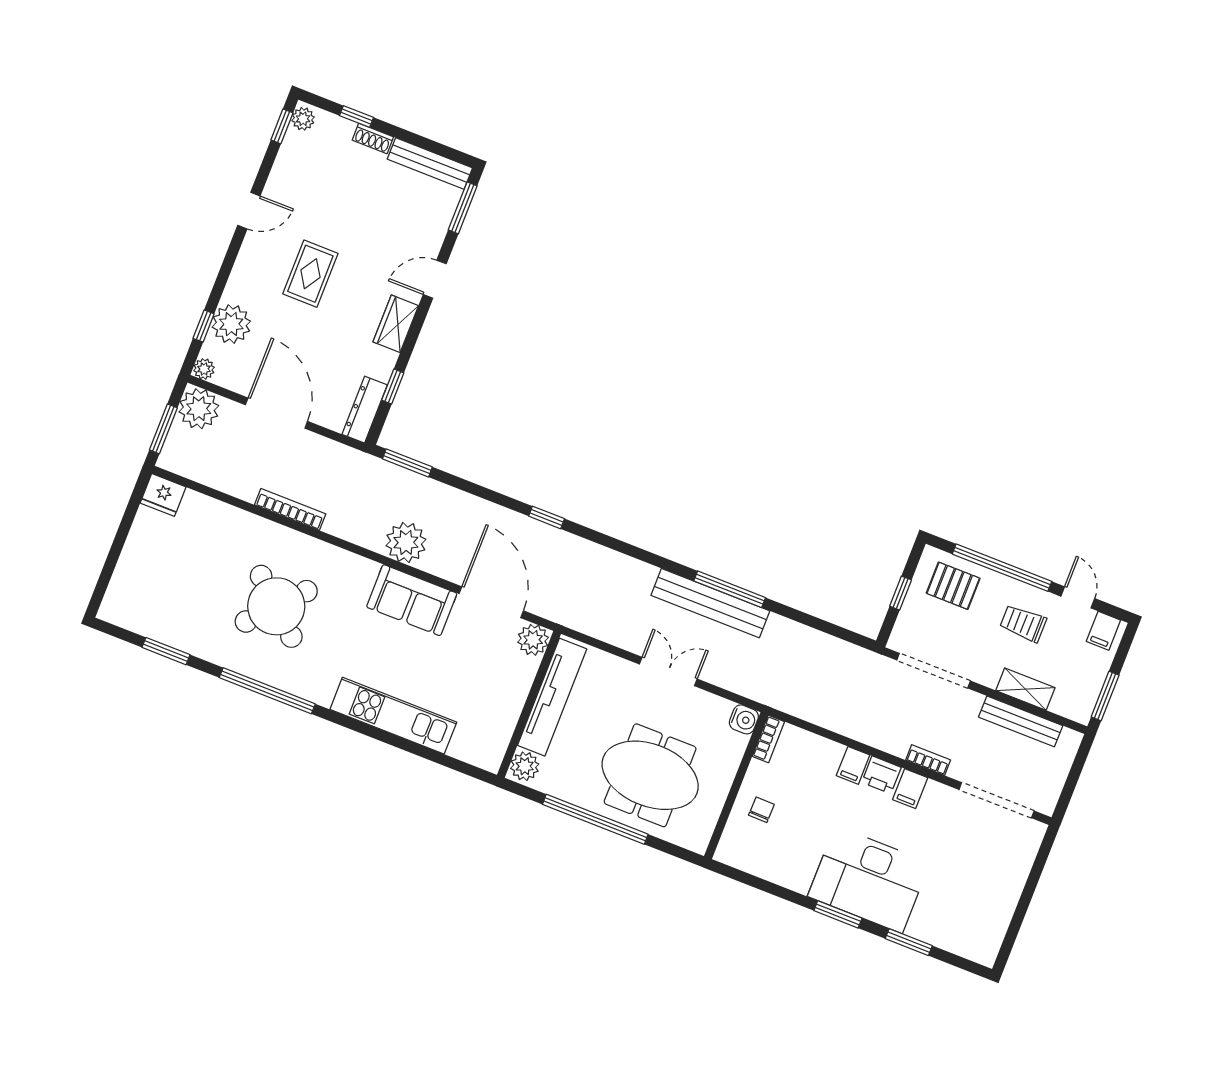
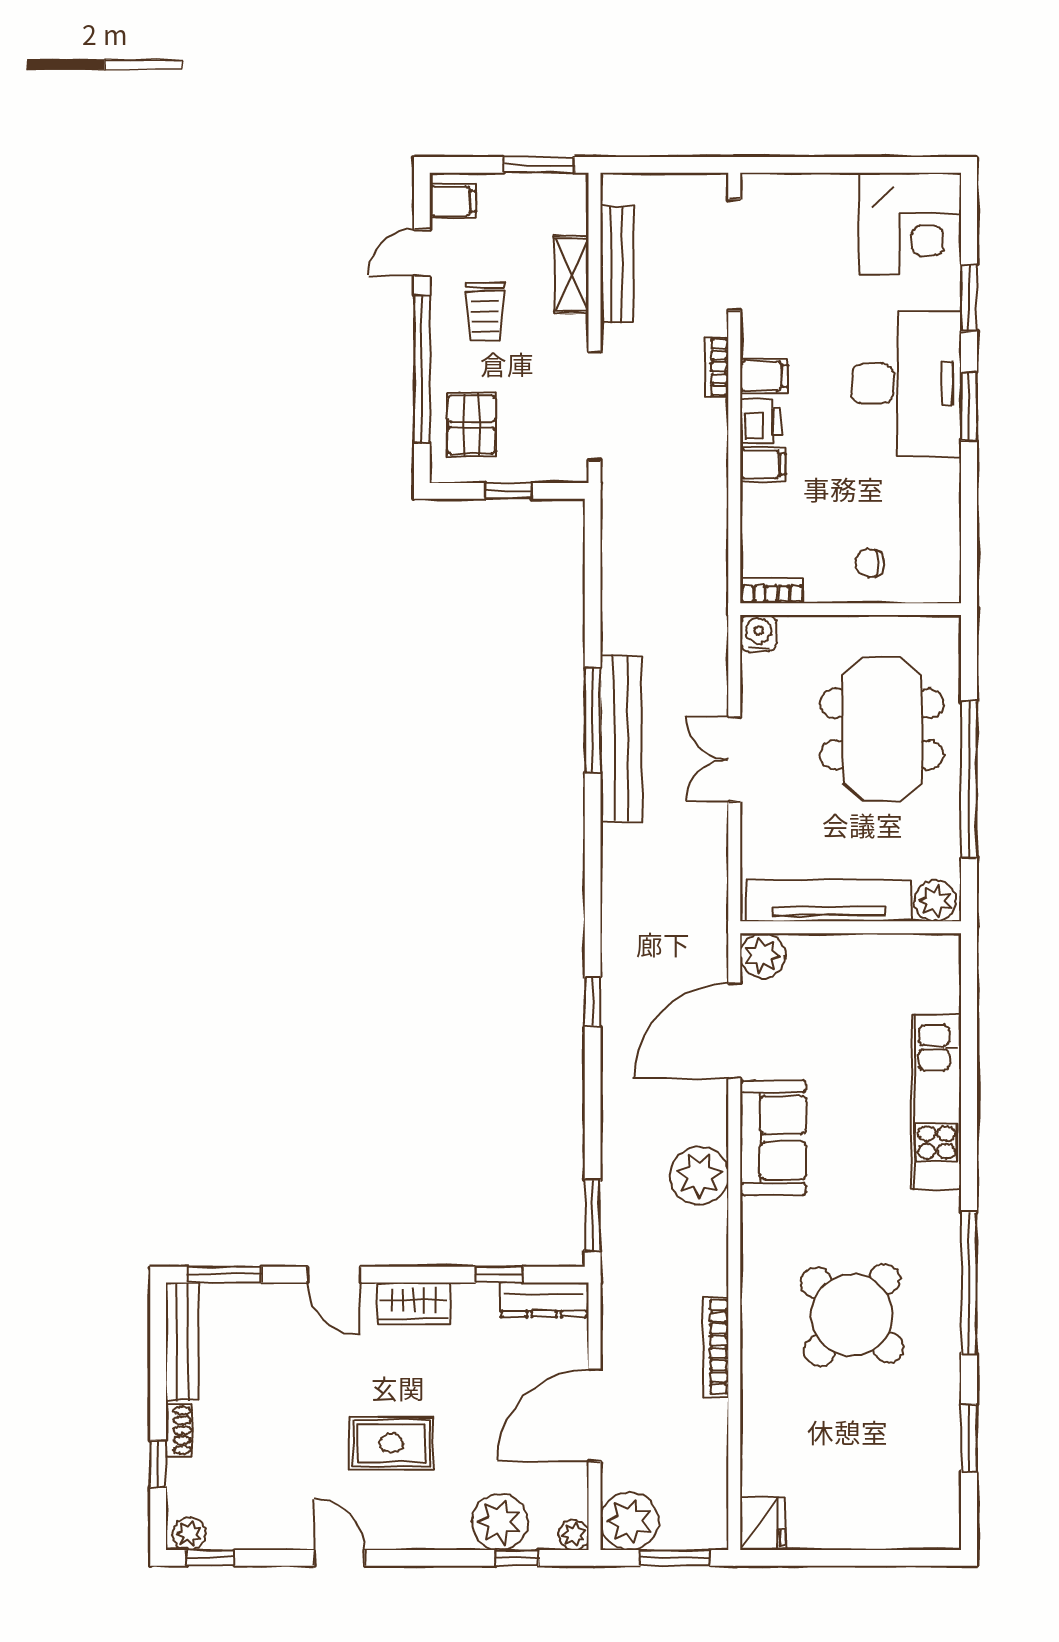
corner desk: (972, 923) -> (910, 224), added

